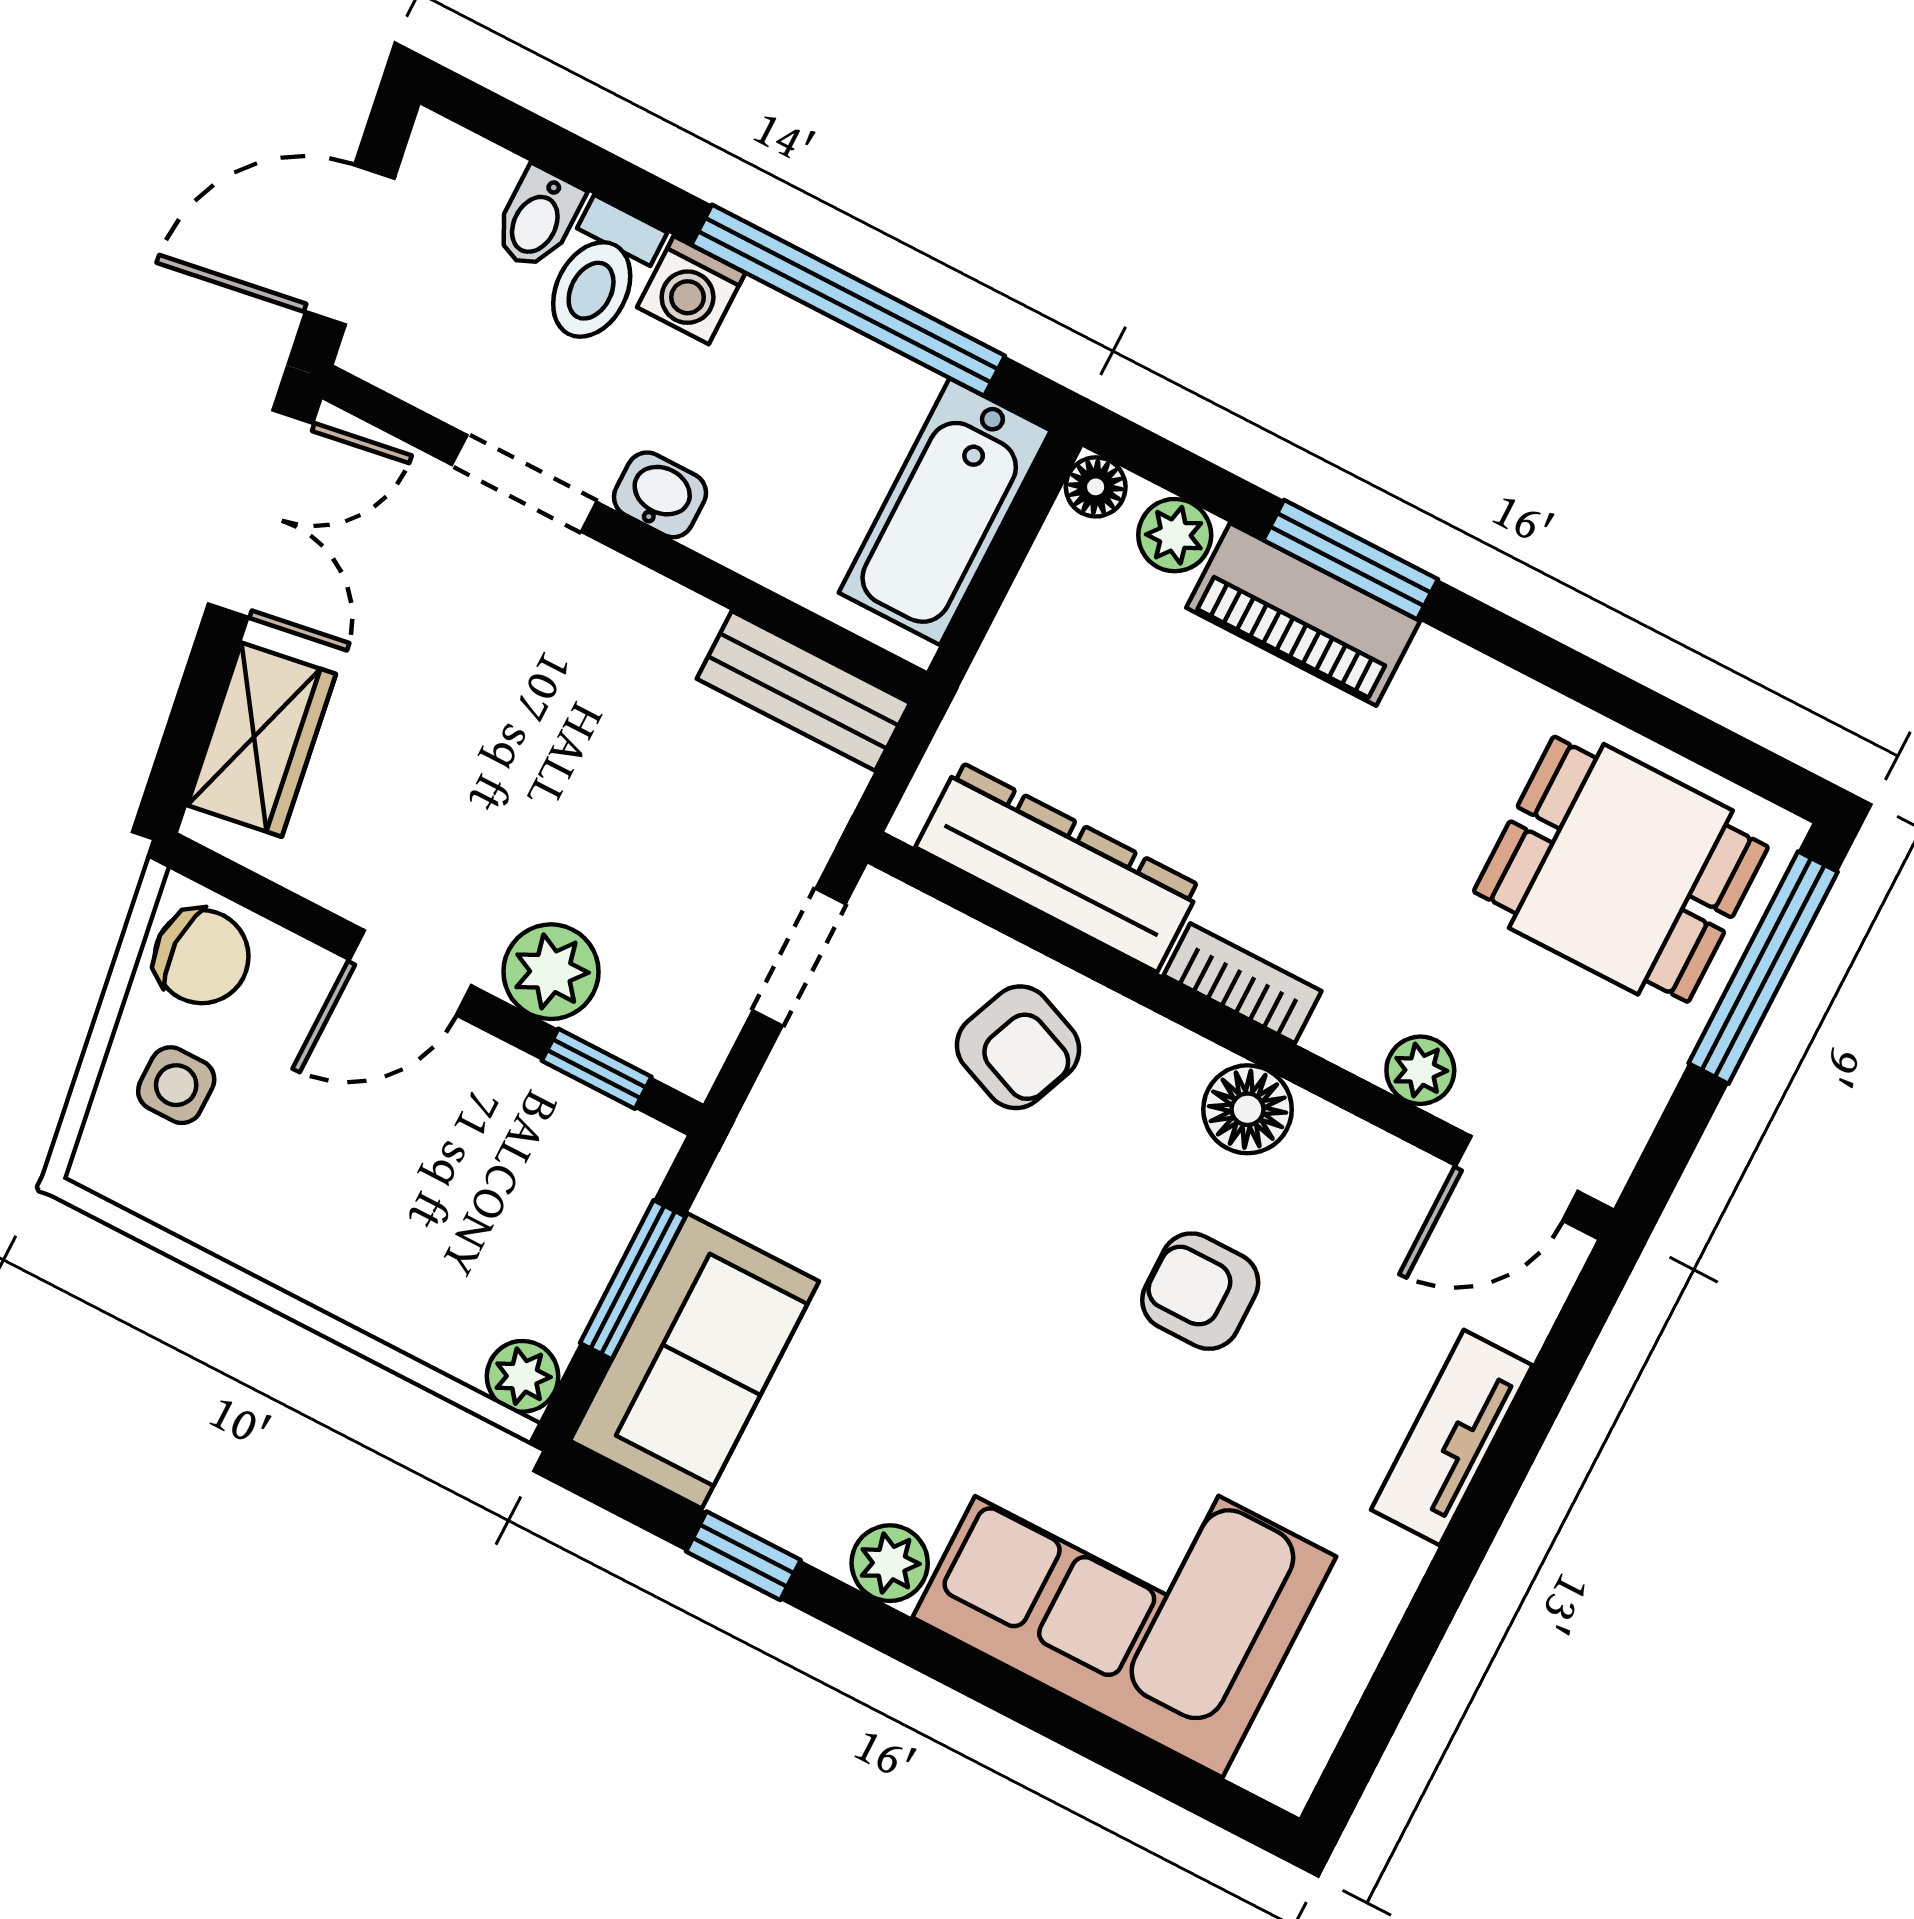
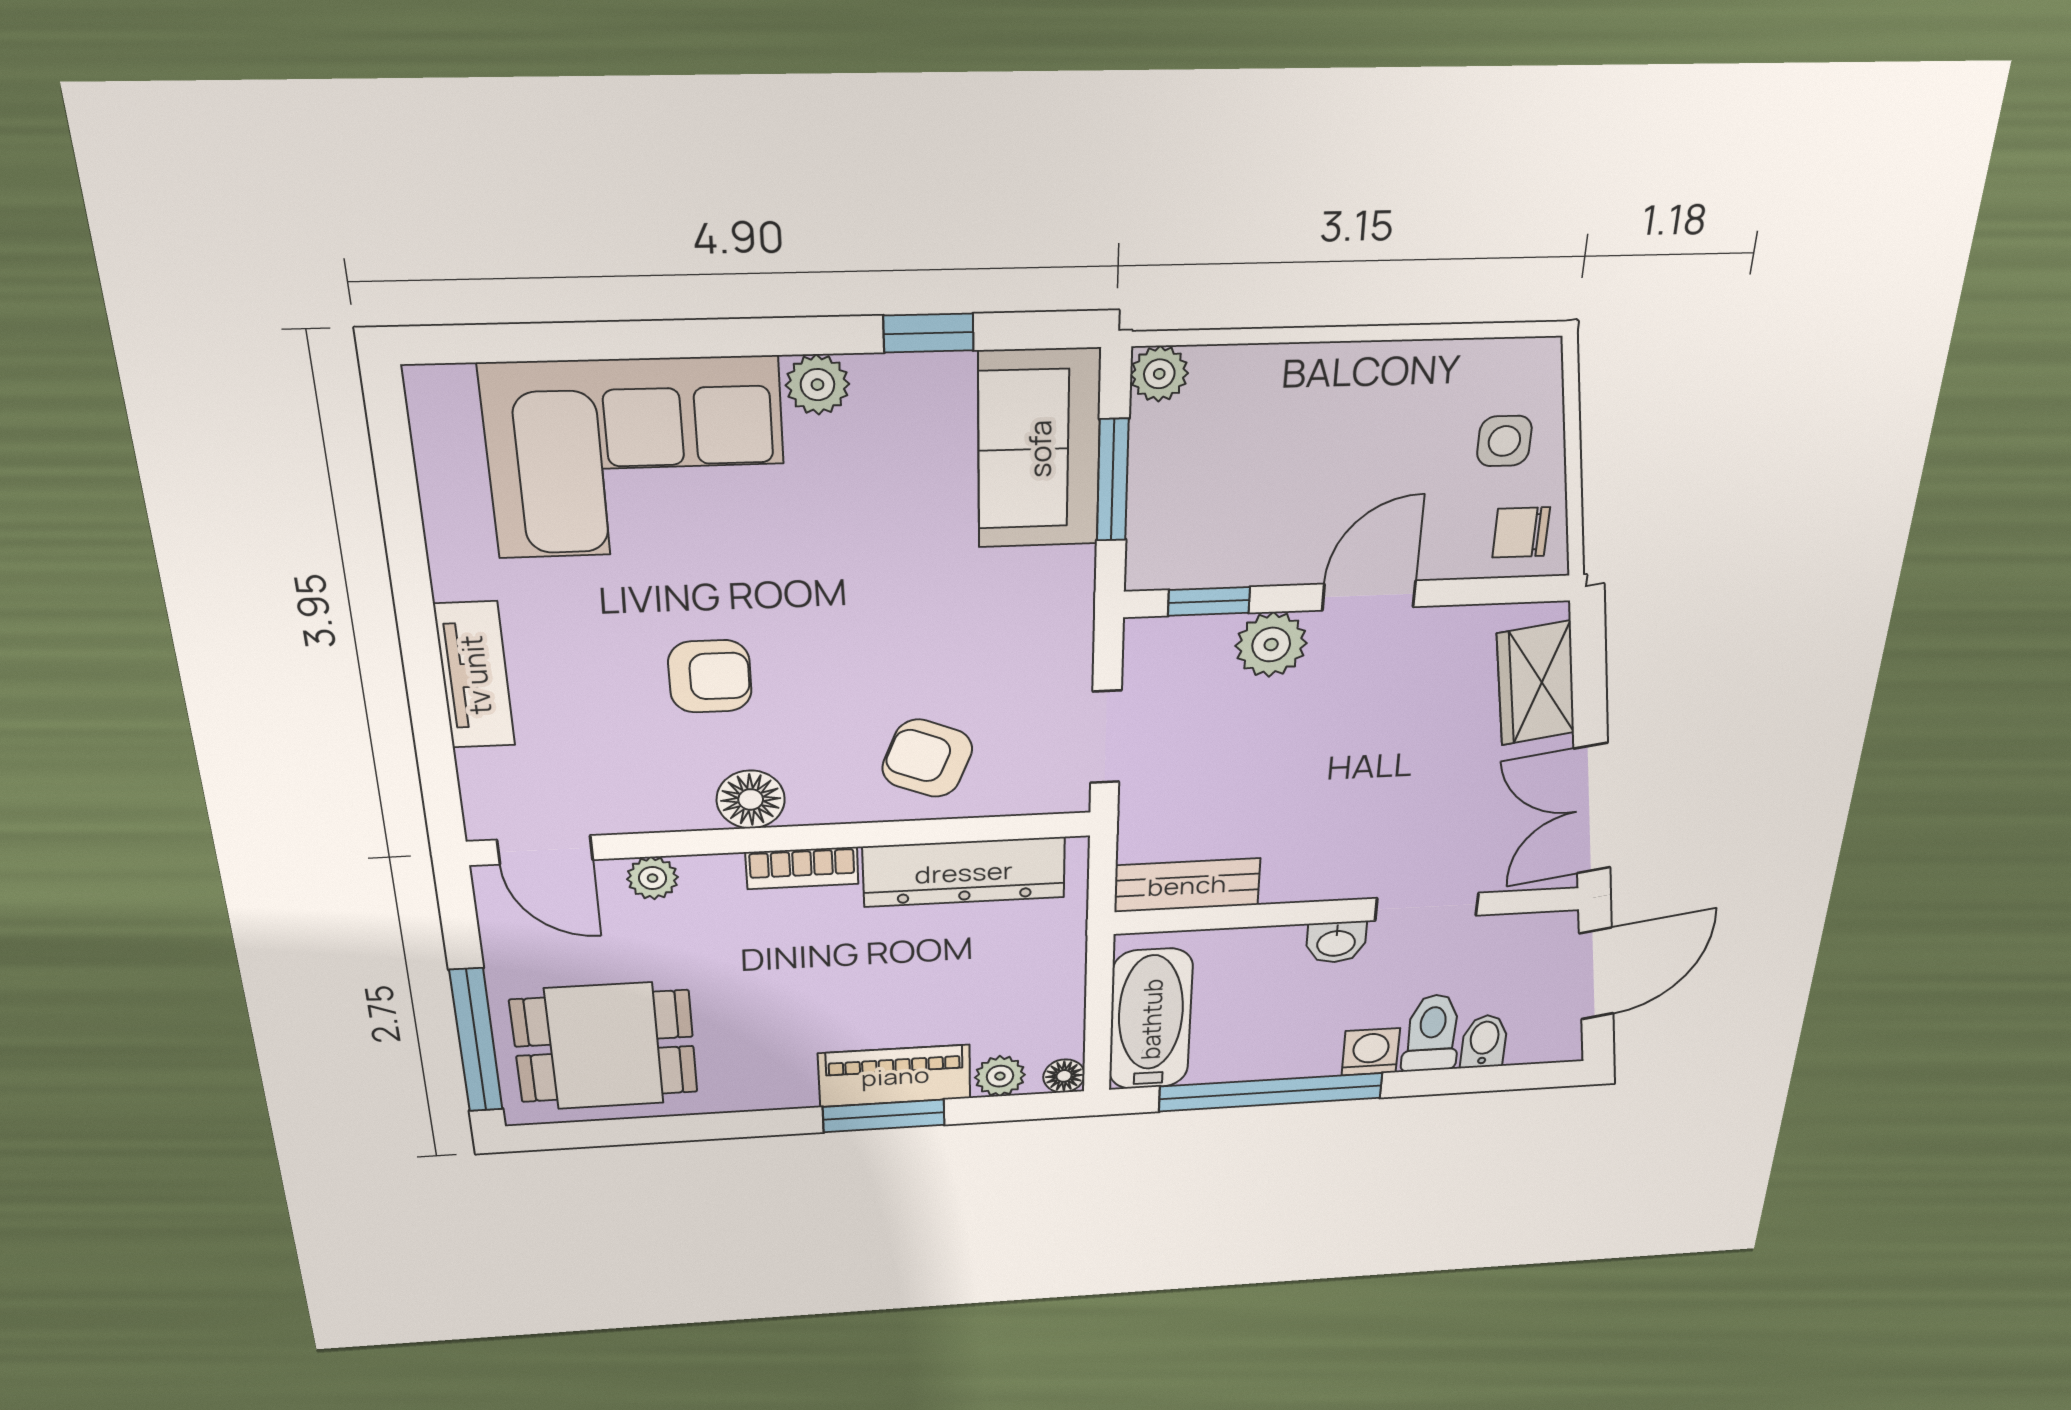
chair: (202, 957) -> (1521, 532), width x0.73, depth x0.73
door: (1517, 1178) -> (545, 850), swing flipped

